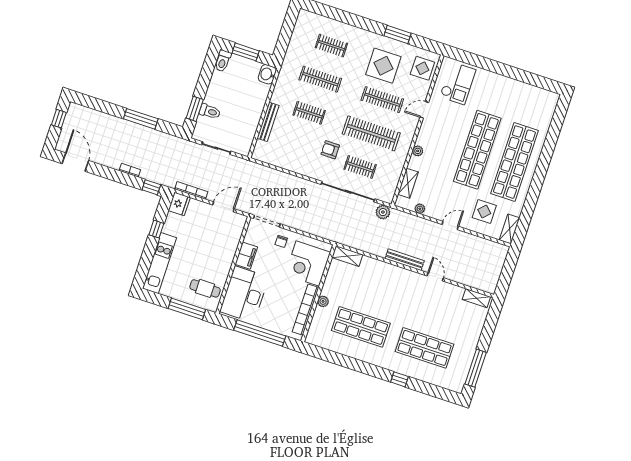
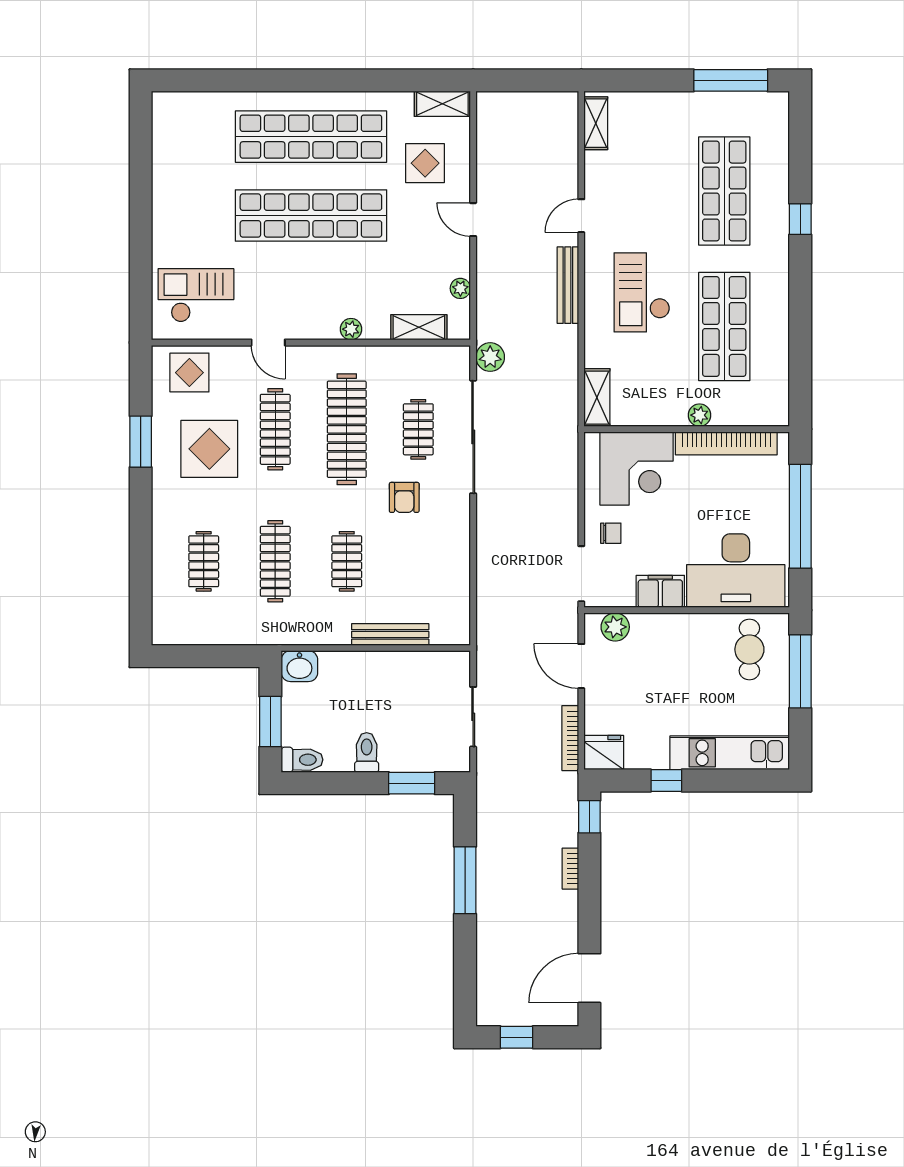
toilet: (210, 111) -> (367, 752), moved
plant: (237, 229) -> (615, 627), added
checkout: (390, 293) -> (642, 292), added

